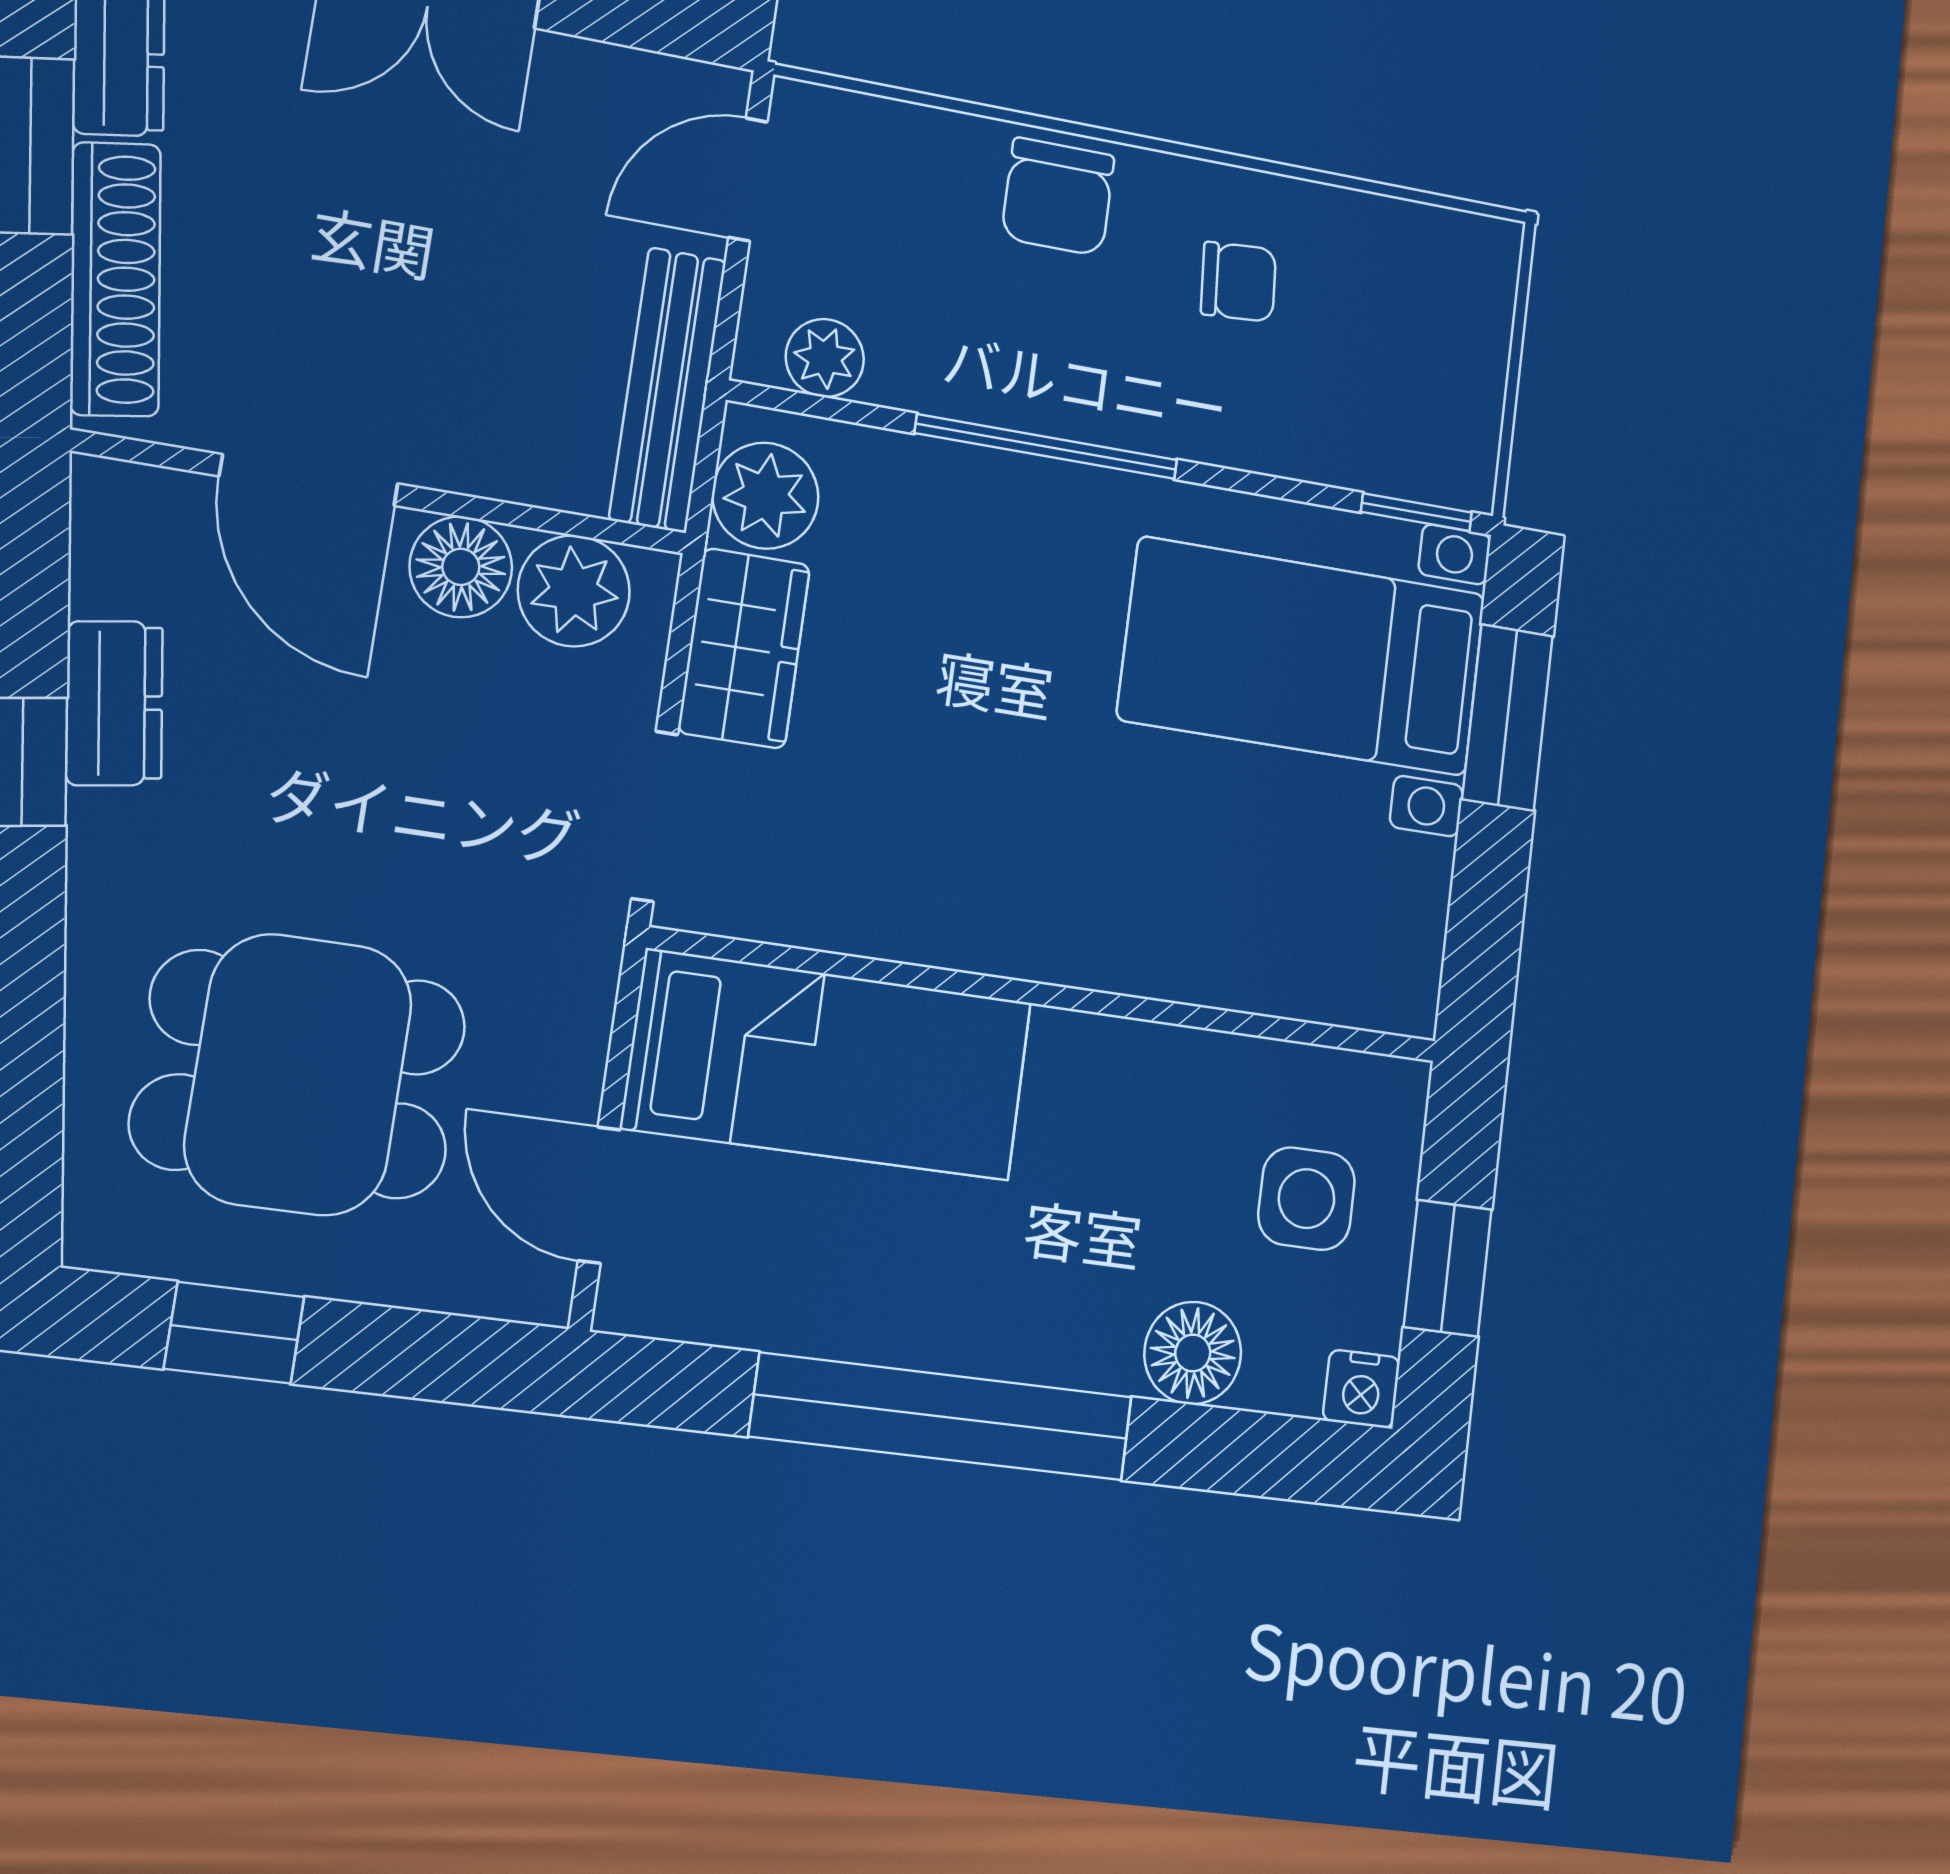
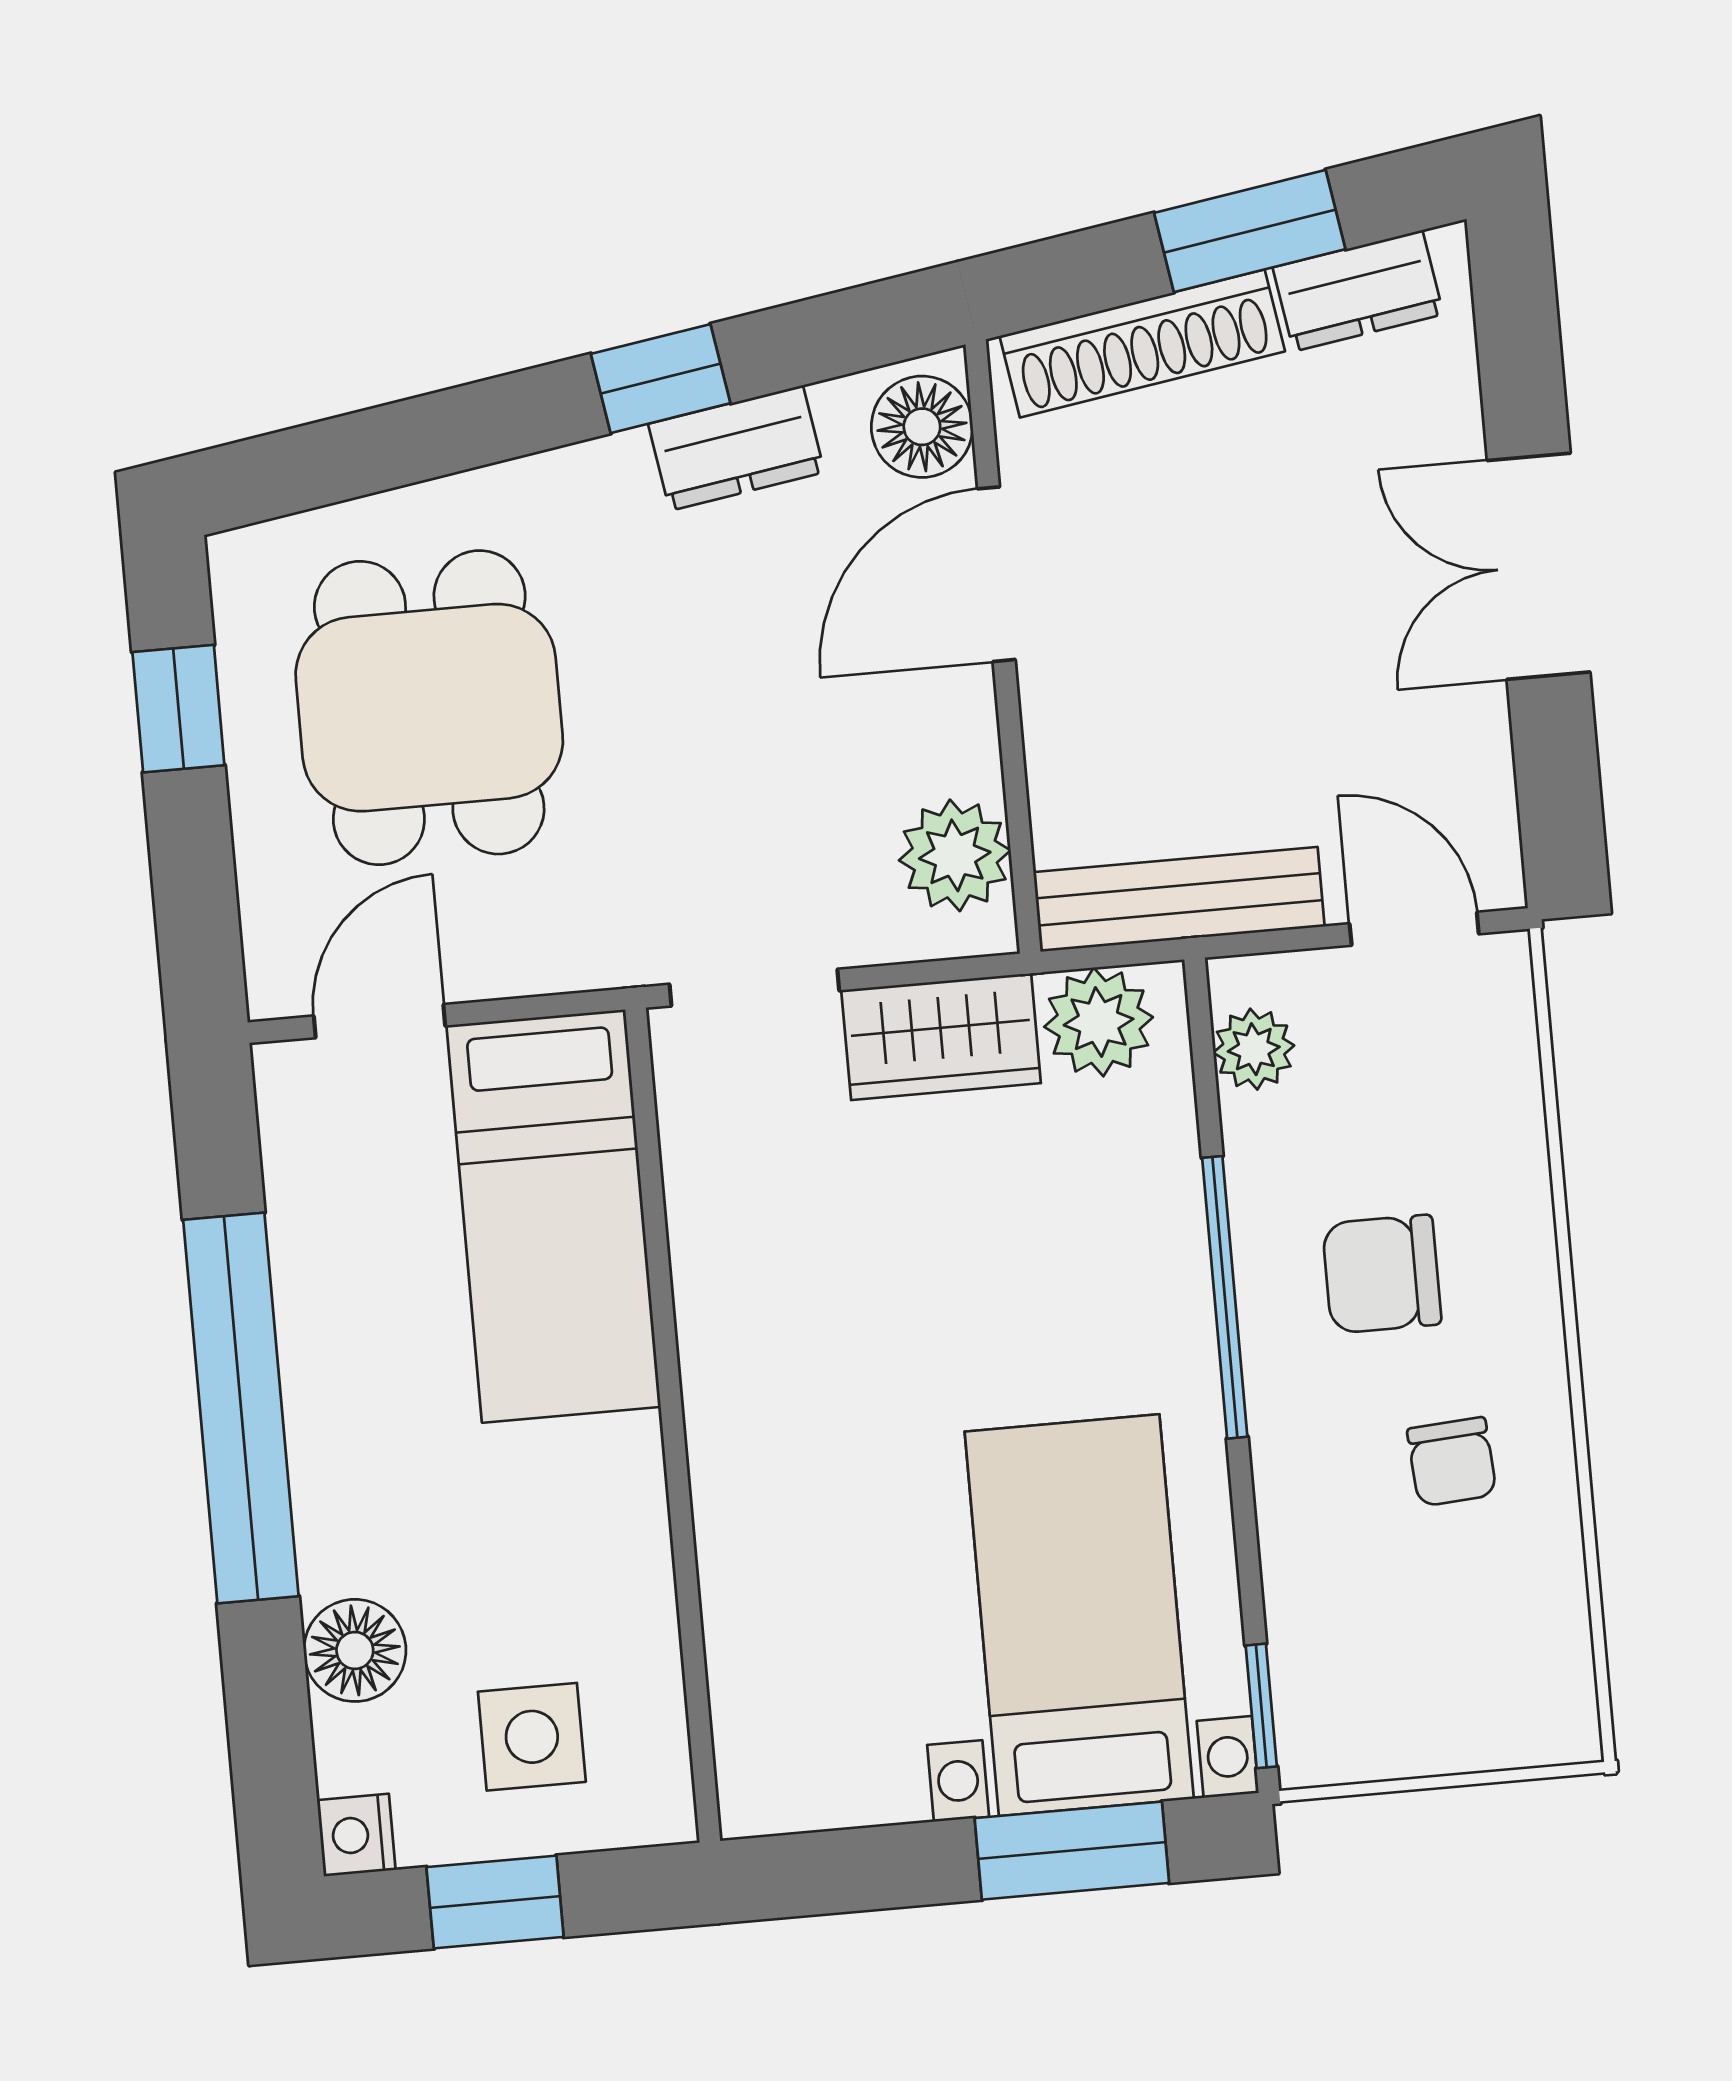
chair: (1058, 197) -> (1382, 1274), moved
floor lamp: (461, 567) -> (922, 427), moved

